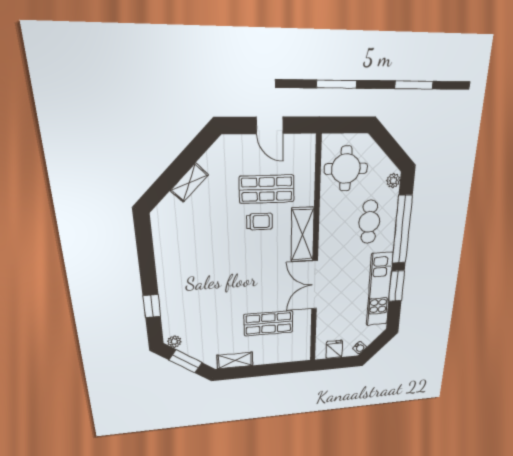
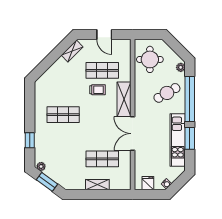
shelving: (189, 183) -> (72, 51), moved
cafe table: (369, 222) -> (167, 93), turned 60
shop shelf: (204, 264) -> (63, 115), added
shelving: (235, 360) -> (97, 185), moved

